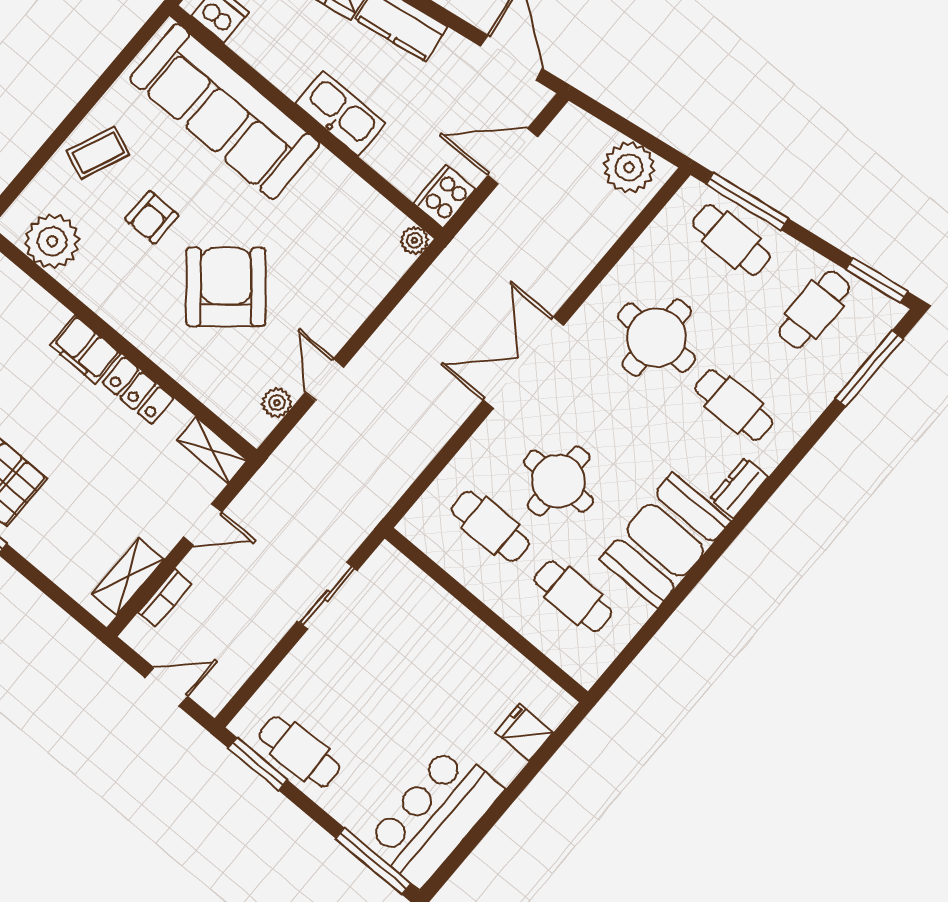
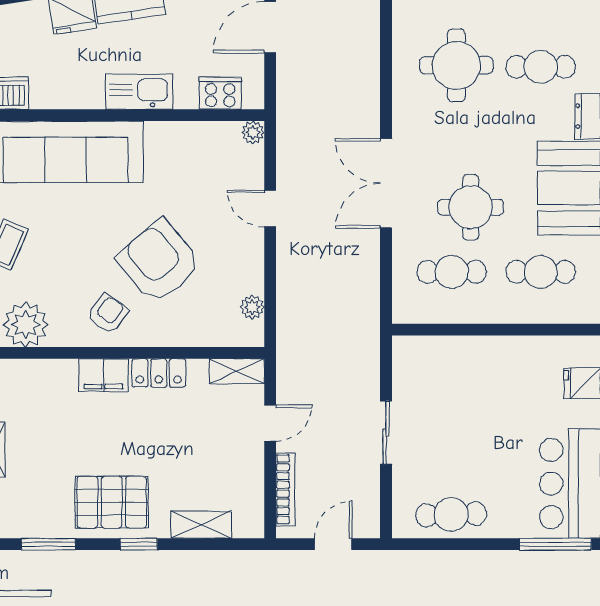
cooker: (444, 196) -> (220, 93), moved, turned 90
armchair: (152, 217) -> (108, 314), moved, turned -144
double door: (523, 363) -> (386, 183), moved
door: (325, 380) -> (270, 208), moved
shelving: (128, 577) -> (201, 525), moved, turned 90
sliding door: (327, 596) -> (386, 433), moved
bookcase: (165, 598) -> (285, 489), width x1.56
window: (258, 764) -> (431, 544), removed

